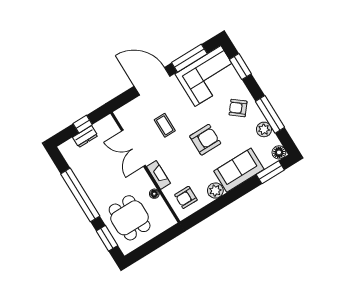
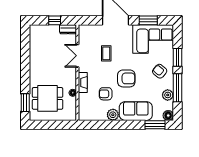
window: (189, 58) -> (148, 20), width x0.69
window: (240, 67) -> (177, 57), moved
dresser: (85, 137) -> (68, 29), moved
double door: (133, 148) -> (77, 56), width x0.73
window: (80, 195) -> (25, 64), removed
armchair: (186, 197) -> (106, 94), moved
dining table: (130, 218) -> (48, 98), turned 90

